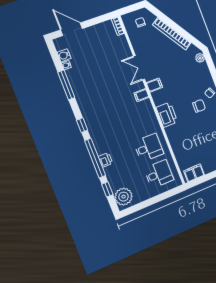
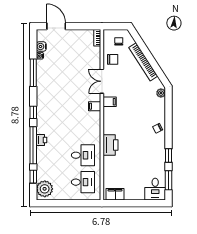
chair: (199, 106) -> (113, 59), moved
printer: (167, 115) -> (111, 145), moved
printer: (105, 160) -> (41, 140), moved

